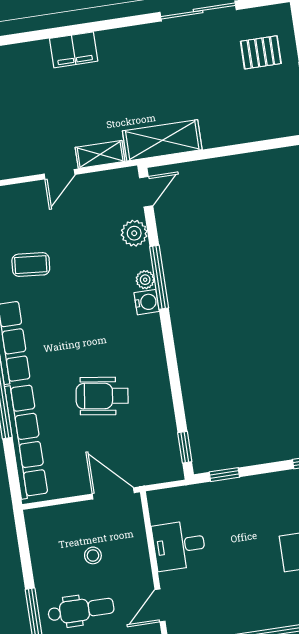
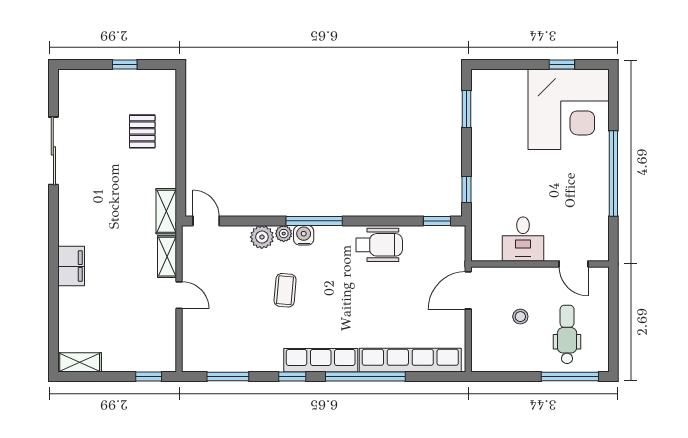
pallet: (261, 52) -> (142, 131), moved
shelving: (162, 140) -> (166, 211), width x0.67, depth x0.75
plant: (134, 233) -> (262, 237), moved
coffee table: (31, 265) -> (285, 290), moved
window: (159, 277) -> (314, 221), moved
wheelchair: (102, 396) -> (379, 245), moved, turned -98

